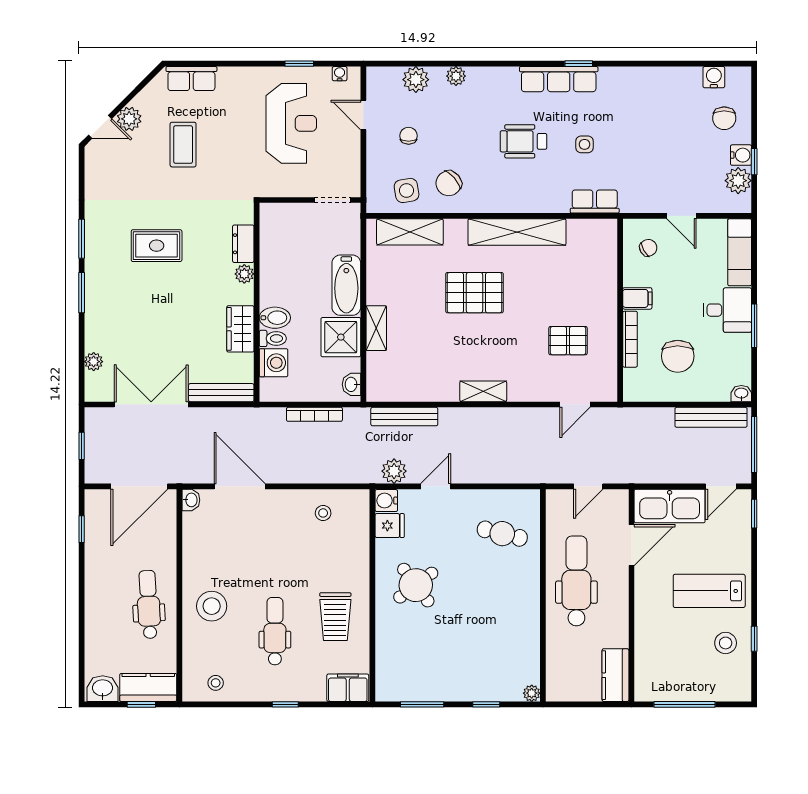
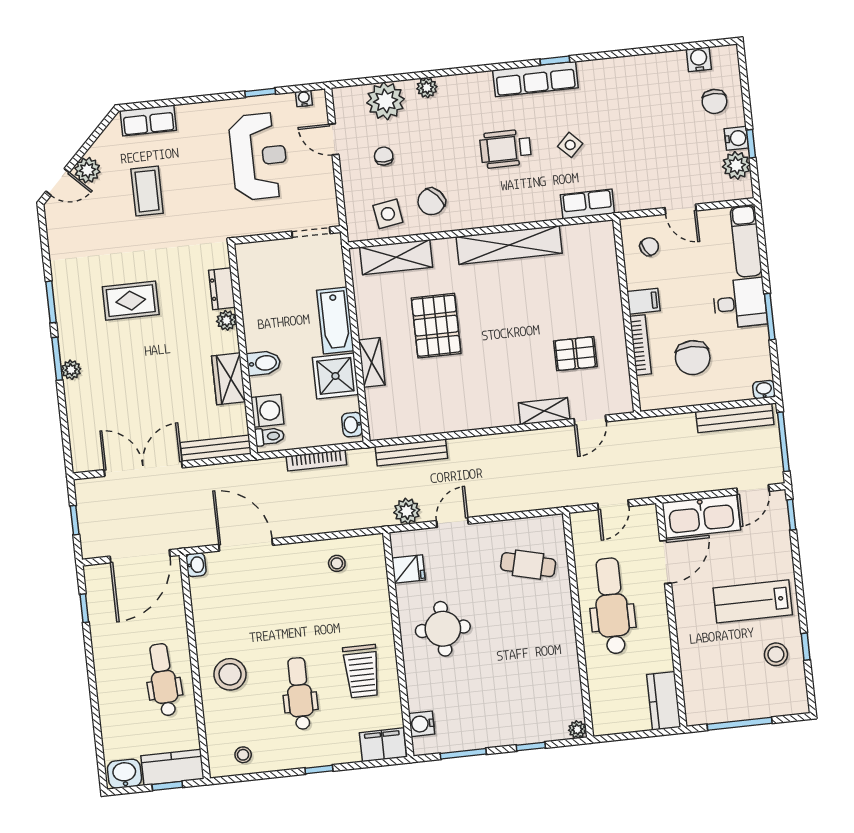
plant: (416, 80) -> (386, 101), width x1.36, depth x1.36
side table: (585, 144) -> (570, 145), turned 45
pallet: (474, 293) -> (436, 326), moved, turned 90
toilet: (273, 338) -> (269, 436), moved
plant: (94, 362) -> (71, 370), moved
shelving: (483, 391) -> (544, 411), moved
water cooler: (386, 501) -> (422, 724), moved
round table: (416, 585) -> (443, 629), turned 37

